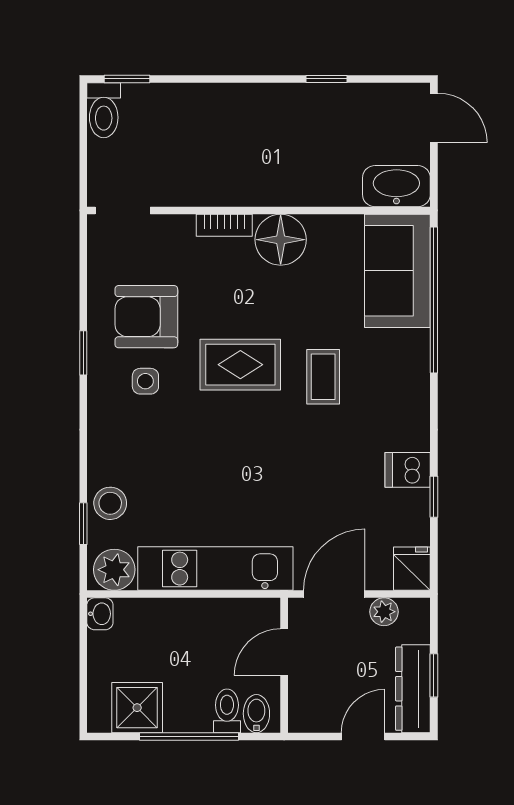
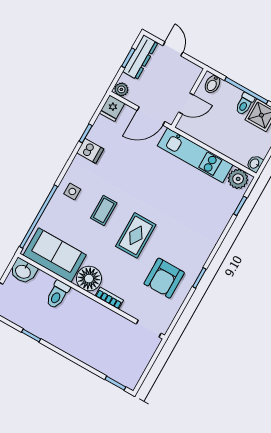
toilet: (104, 110) -> (57, 295), moved, turned 180
washbasin: (396, 186) -> (23, 271), width x0.72
sofa: (397, 271) -> (55, 255), moved, turned -90
armchair: (146, 317) -> (164, 278), turned 90
rug: (240, 365) -> (136, 235), turned 90
side table: (145, 381) -> (72, 191), moved
stool: (110, 503) -> (224, 208), removed
plant: (384, 612) -> (121, 89), moved
toilet: (227, 711) -> (245, 104), moved
door: (363, 736) -> (173, 49), swing flipped

